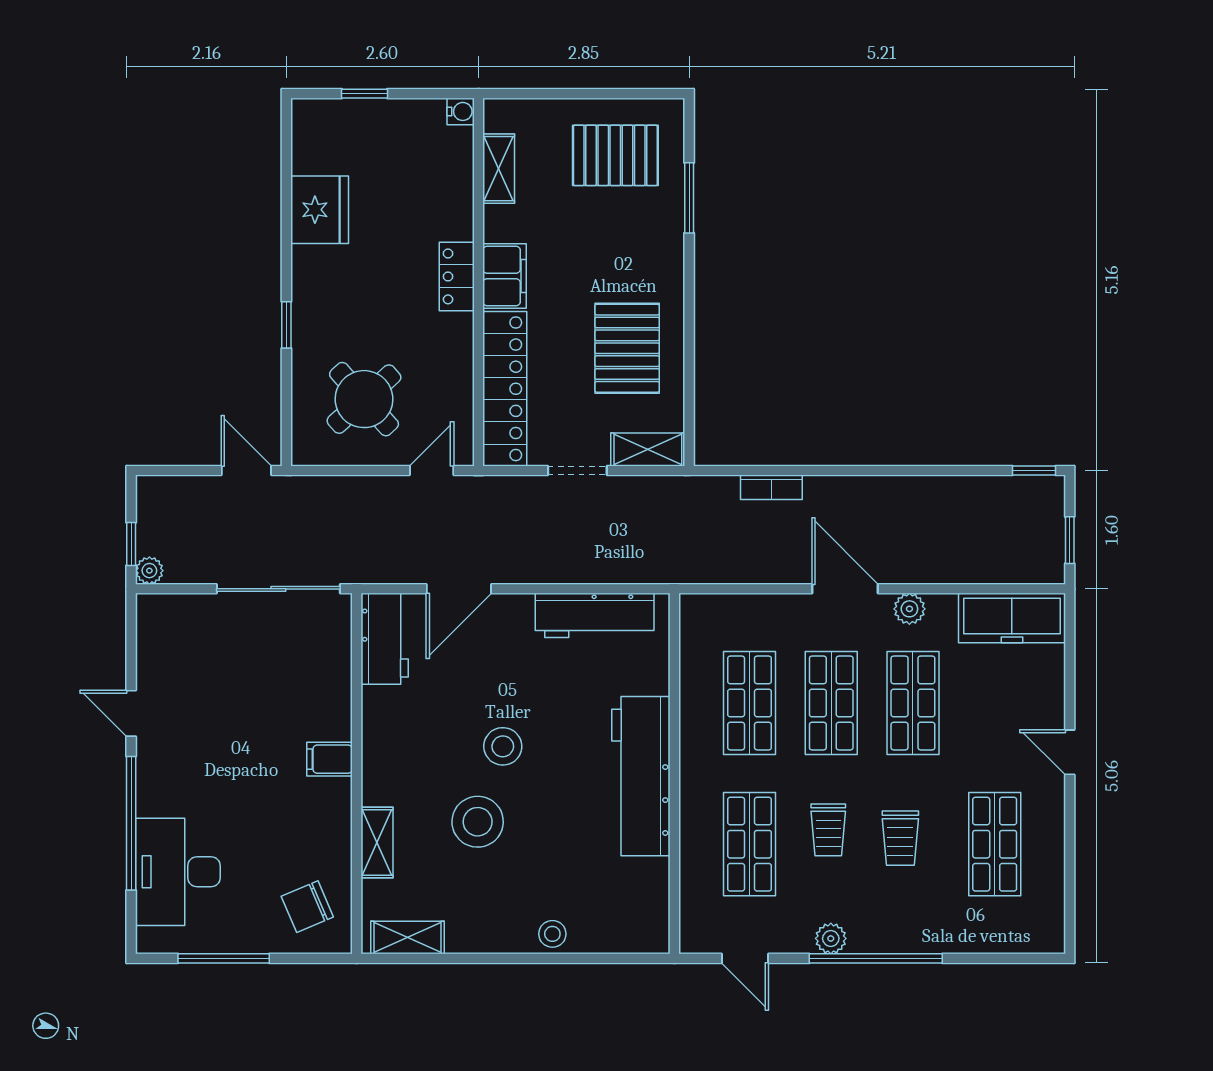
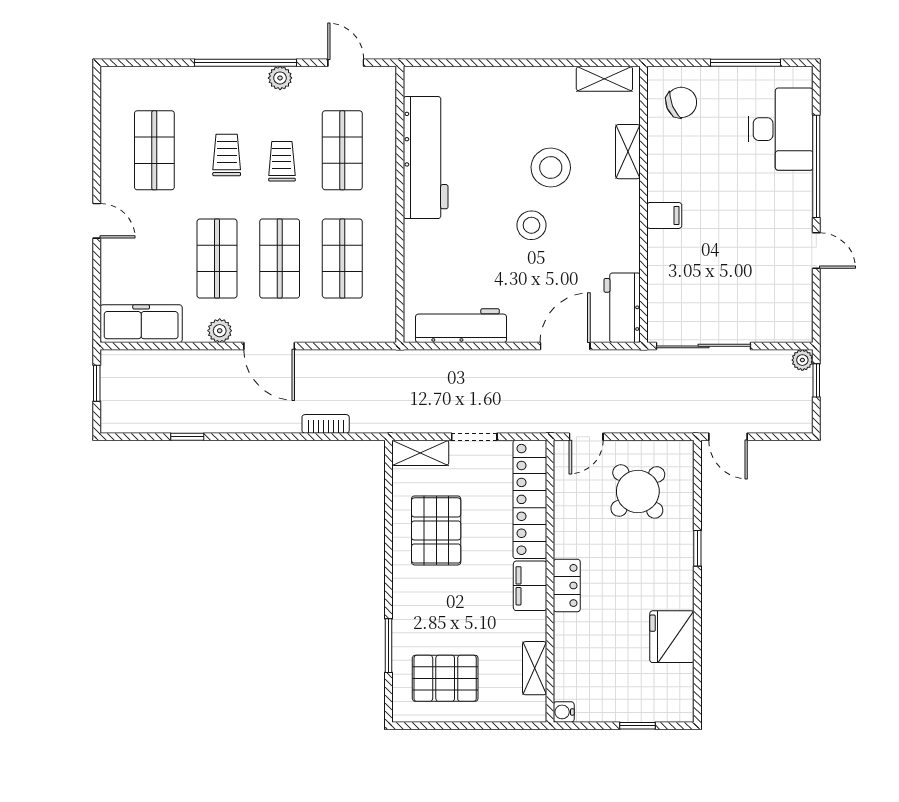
window: (1034, 471) -> (187, 437), moved
workbench: (641, 776) -> (426, 158), moved
stool: (552, 934) -> (493, 81), removed

